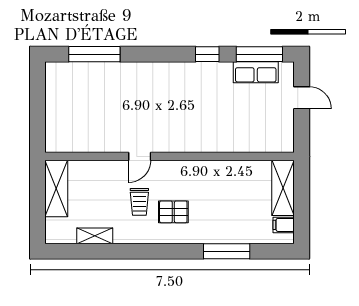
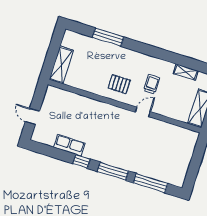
window: (259, 54) -> (113, 171), moved
row of seats: (256, 72) -> (69, 145), moved
pallet: (173, 212) -> (119, 84), moved
filing cabinet: (284, 225) -> (68, 42), removed

